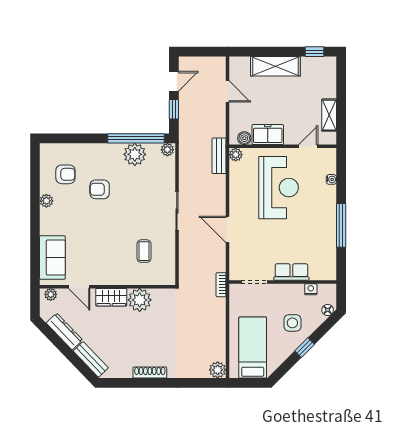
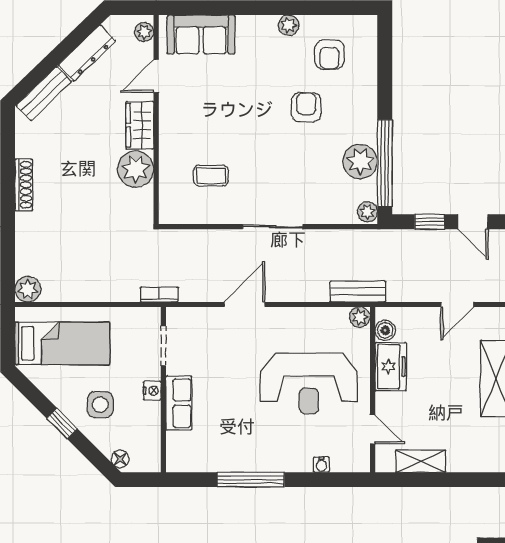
nightstand: (311, 289) -> (152, 391), moved

